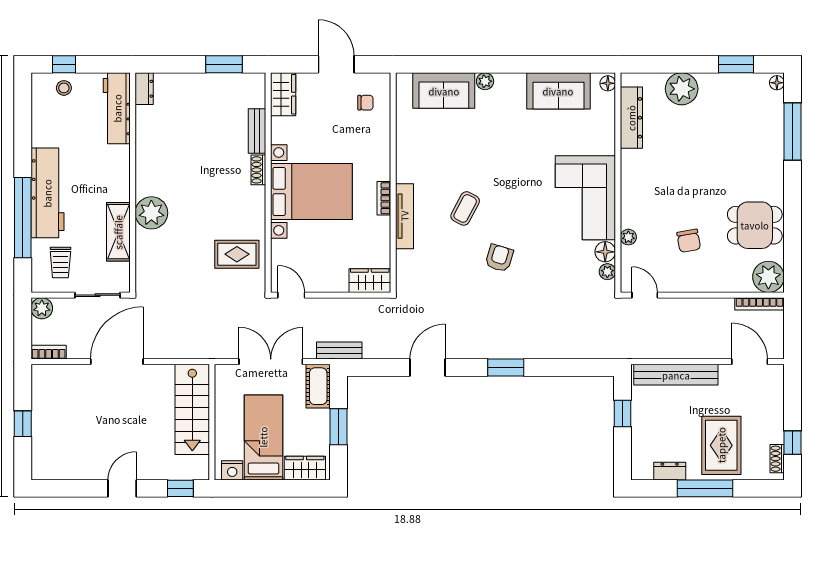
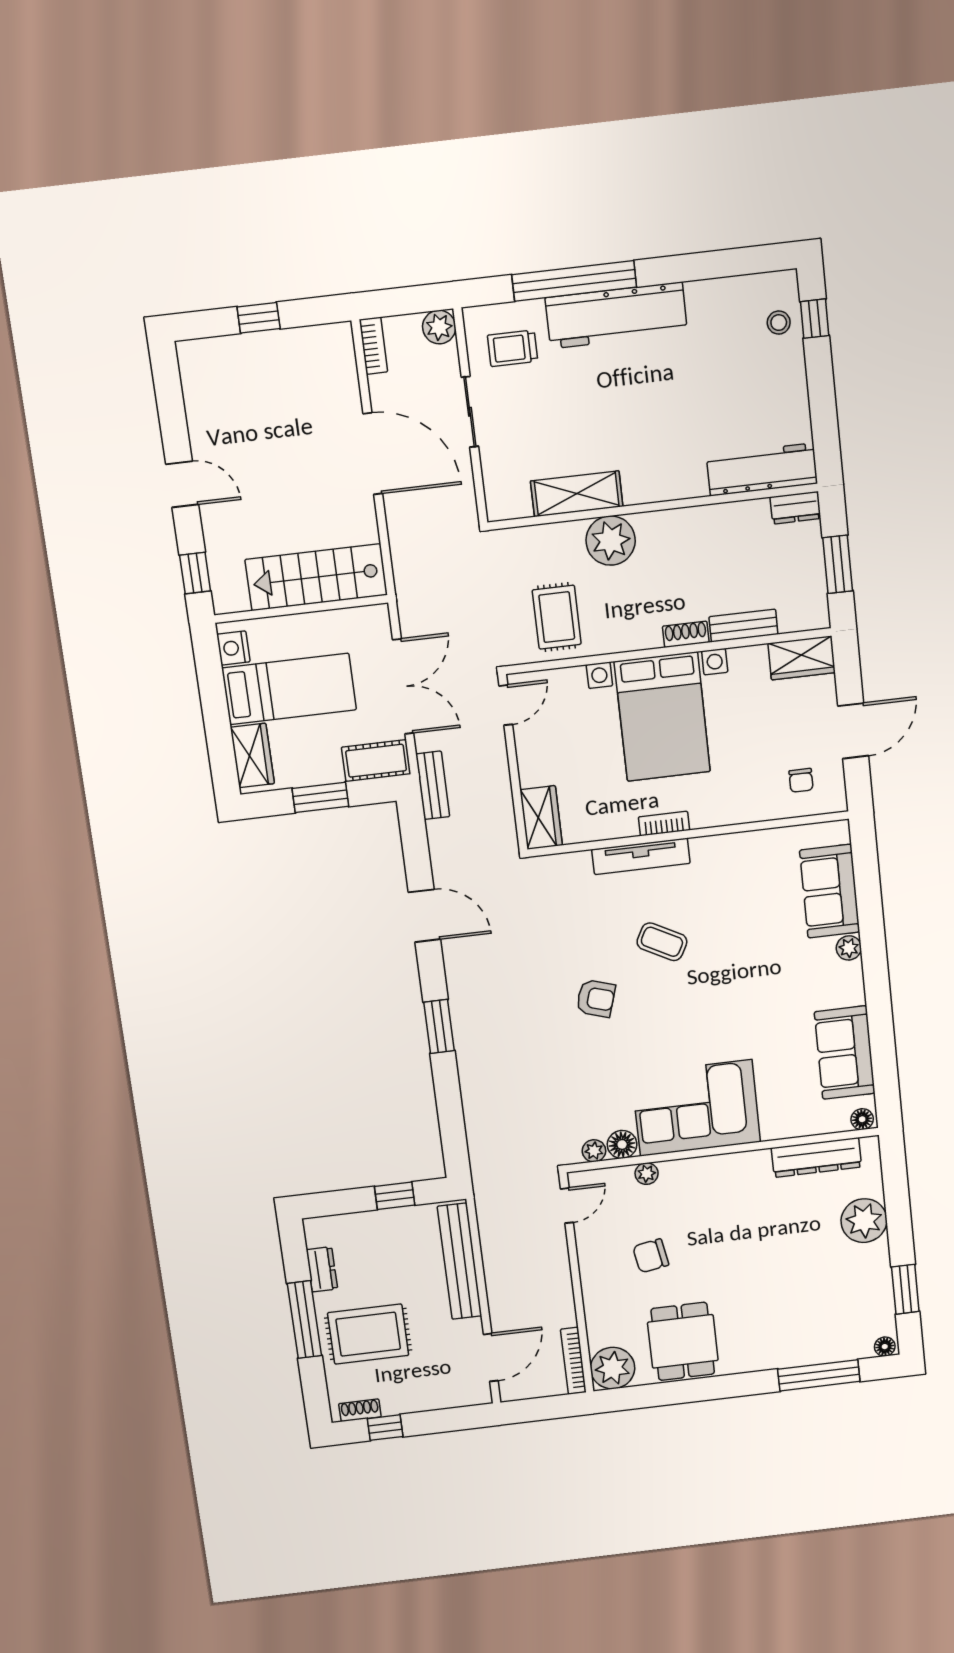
dresser: (144, 89) -> (795, 508), moved
workbench: (117, 108) -> (762, 469), moved
wall: (133, 183) -> (653, 507), moved
plant: (151, 213) -> (611, 541), moved
shelving: (118, 232) -> (577, 494), moved

